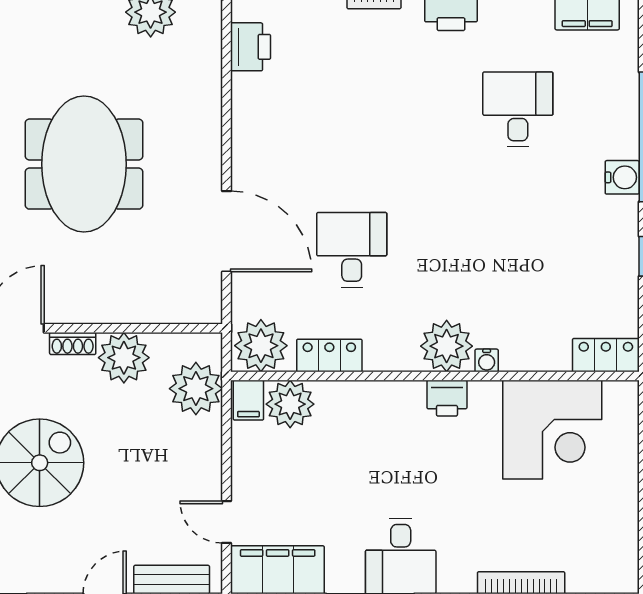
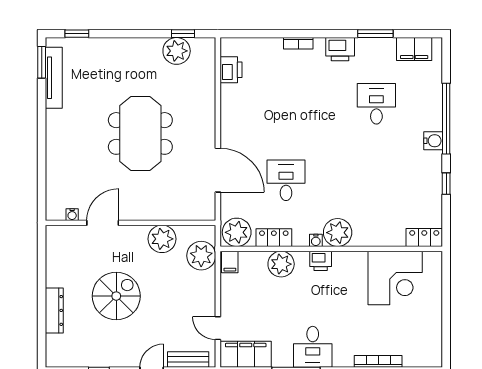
shoe rack: (73, 343) -> (134, 231), removed
water cooler: (487, 360) -> (316, 240), moved
printer: (447, 398) -> (321, 261), moved
plant: (290, 404) -> (281, 264), moved

